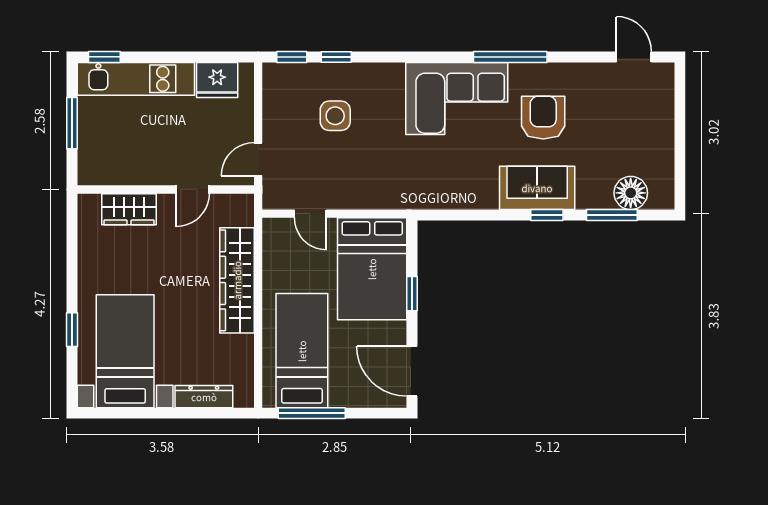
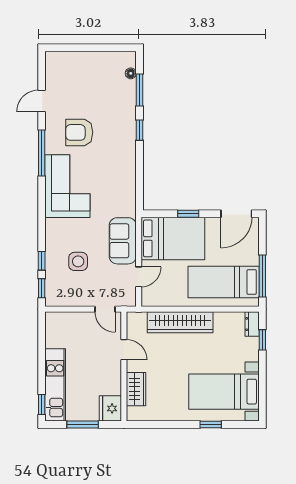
door: (634, 57) -> (42, 101), moved
fridge: (217, 80) -> (110, 408), moved, turned 180
sofa: (537, 188) -> (123, 241), moved
floor lamp: (631, 193) -> (131, 73), width x0.53, depth x0.53
dresser: (204, 397) -> (252, 324), moved, width x0.70
window: (209, 413) -> (262, 340), added

